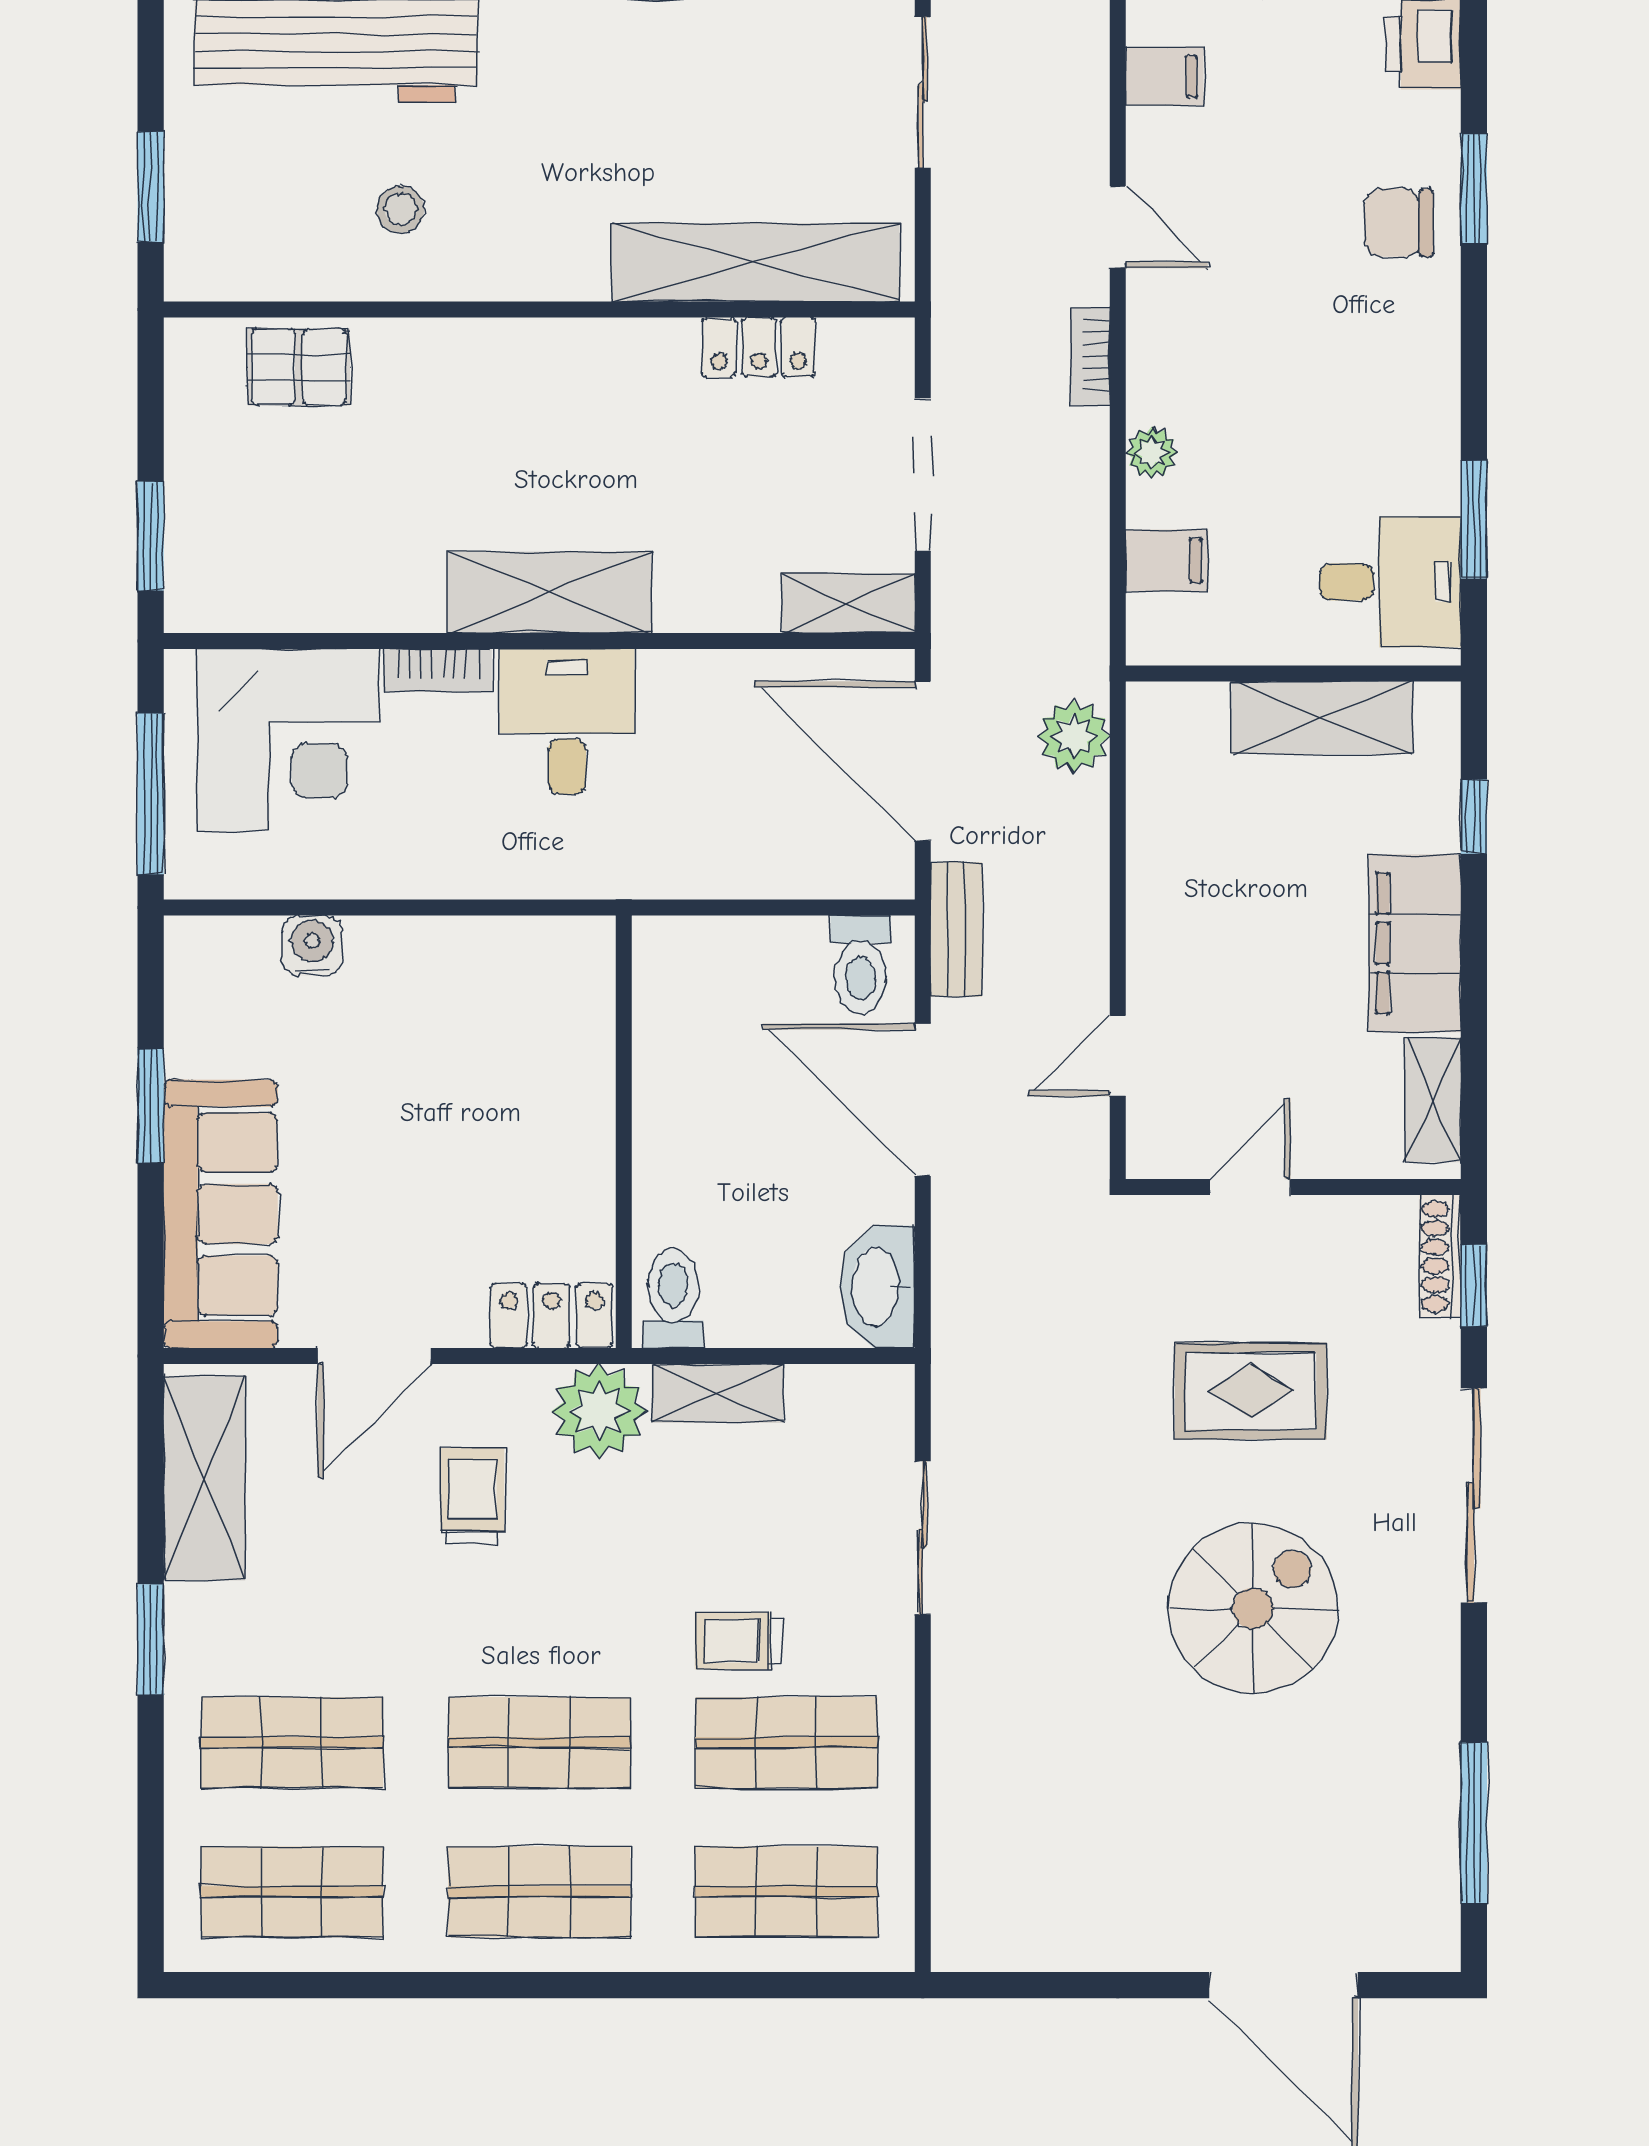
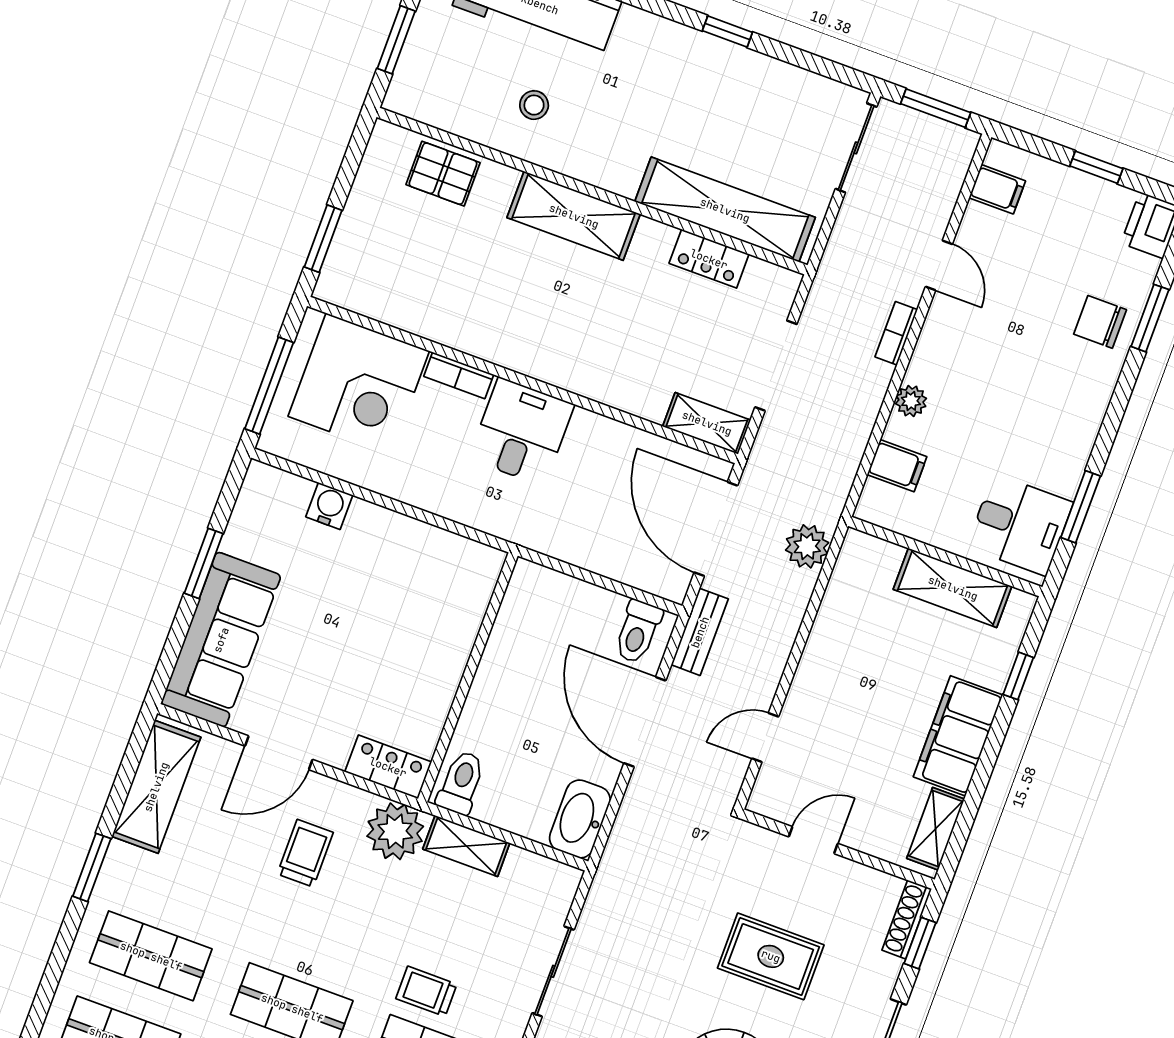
shelving: (549, 592) -> (574, 216), moved

